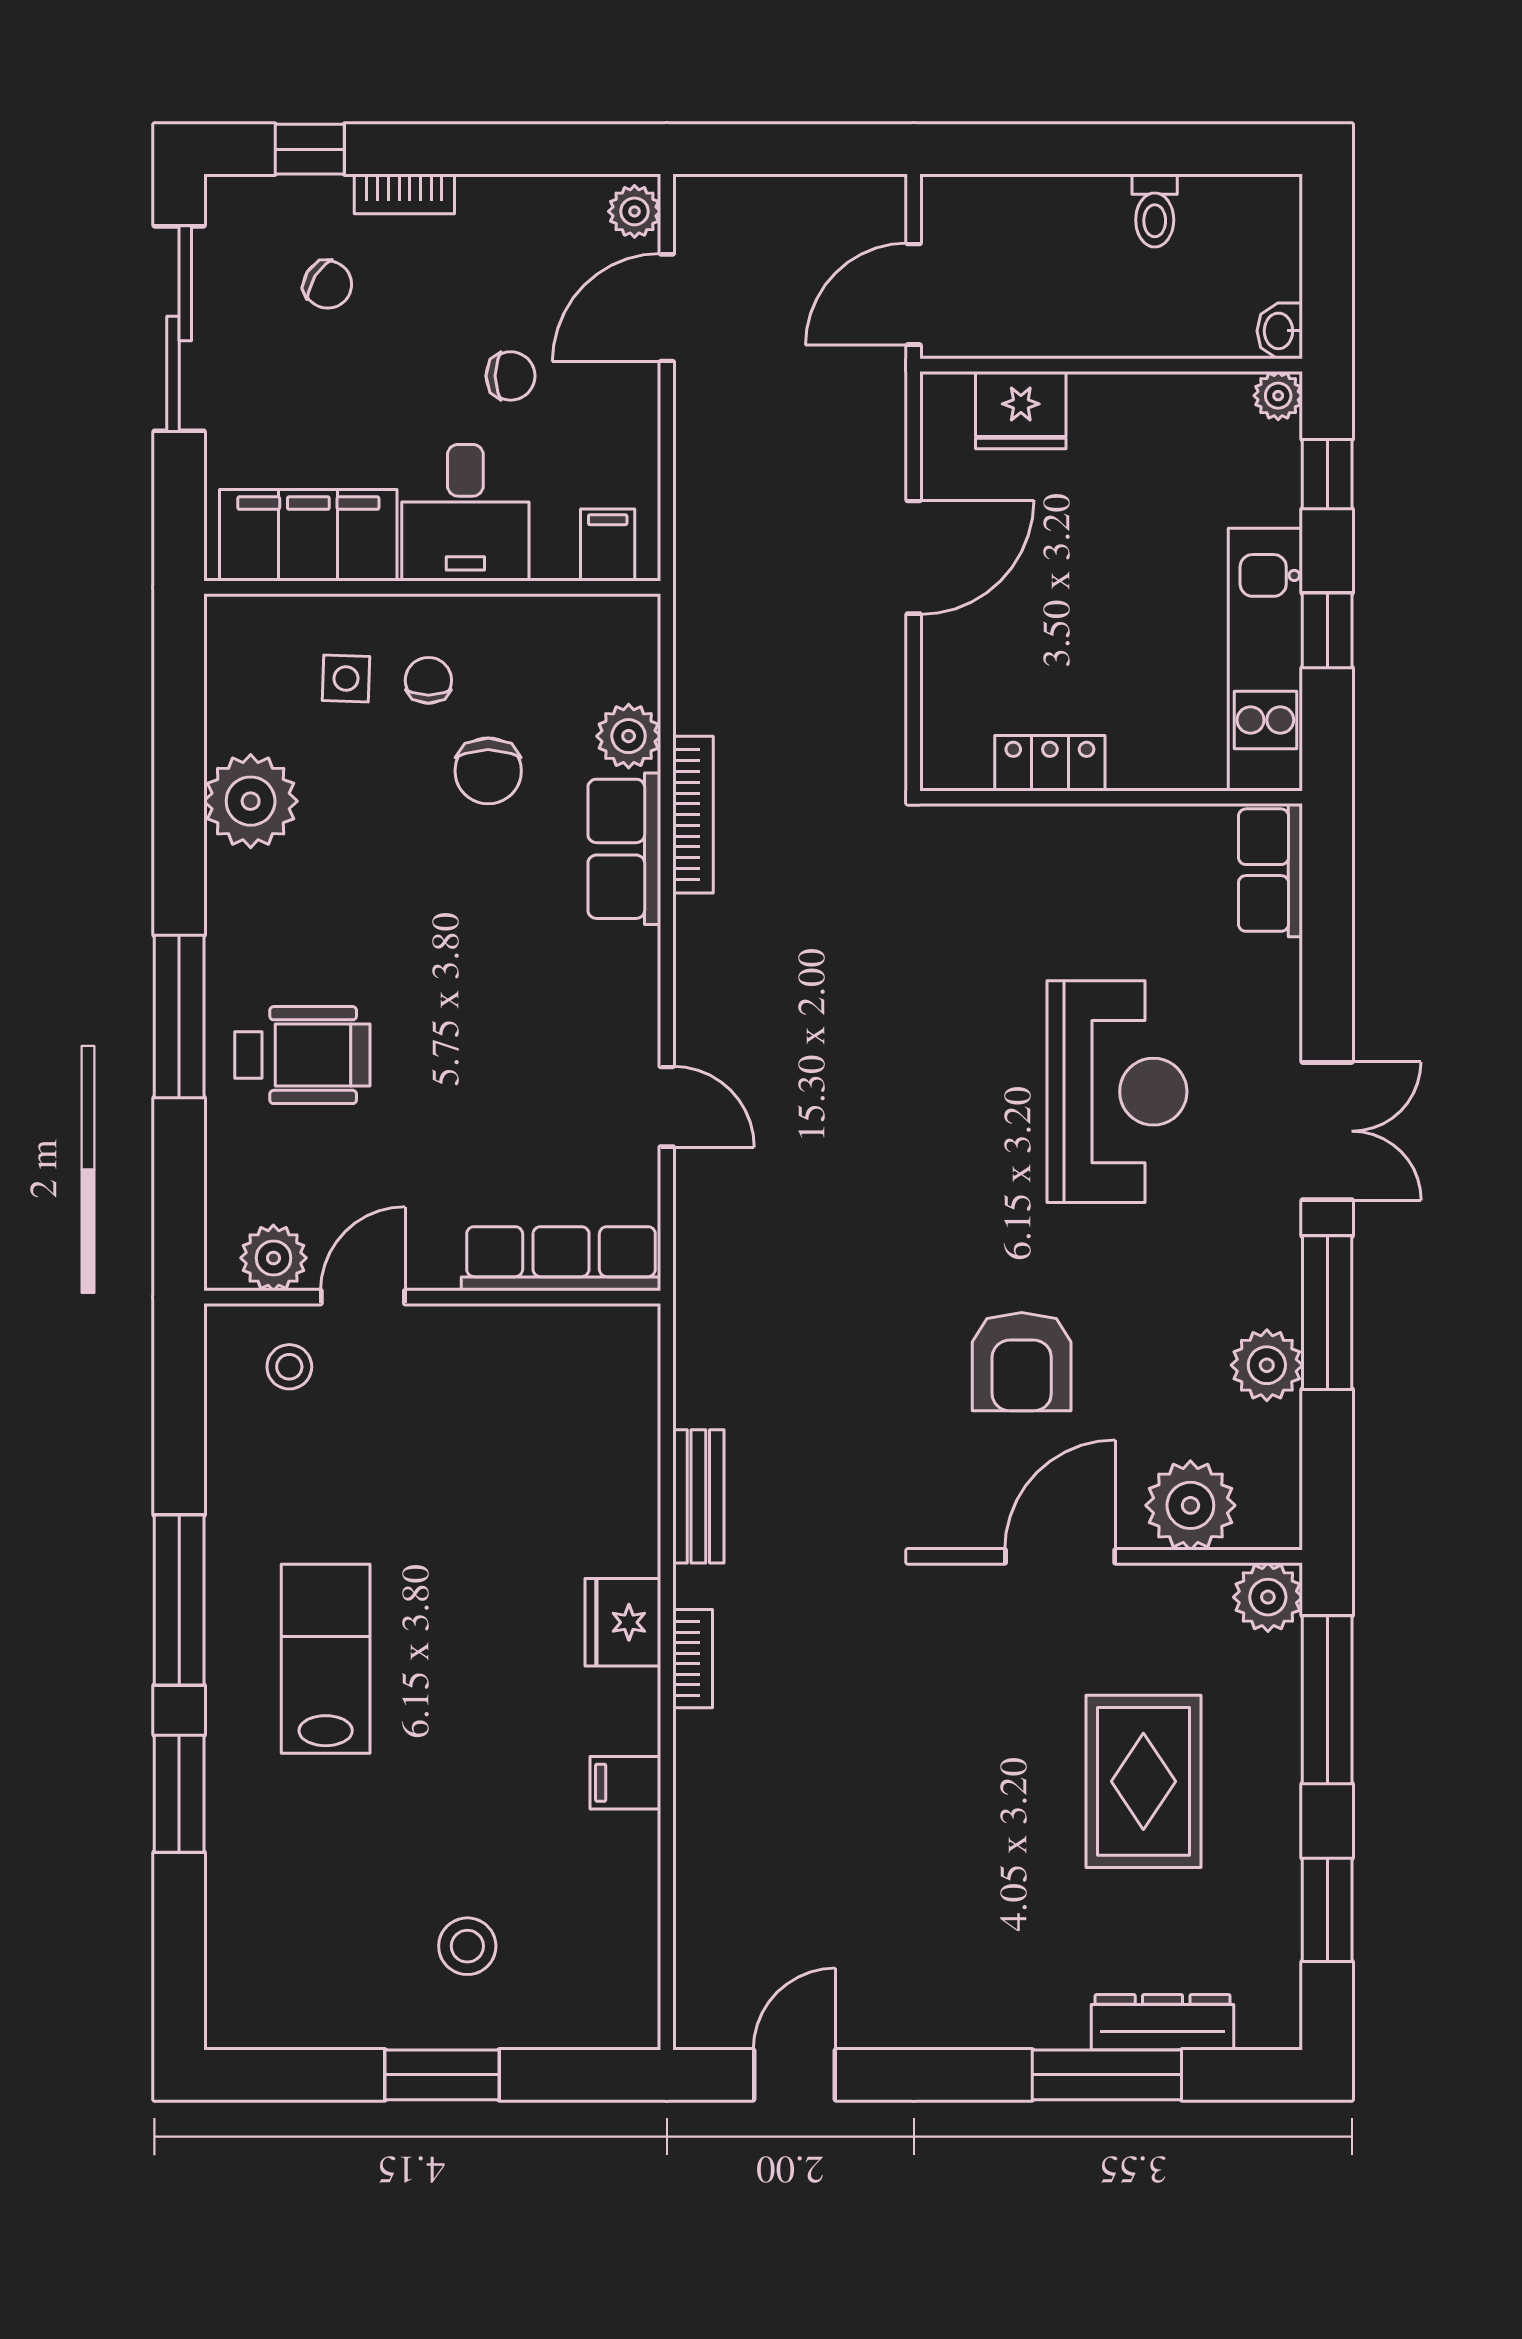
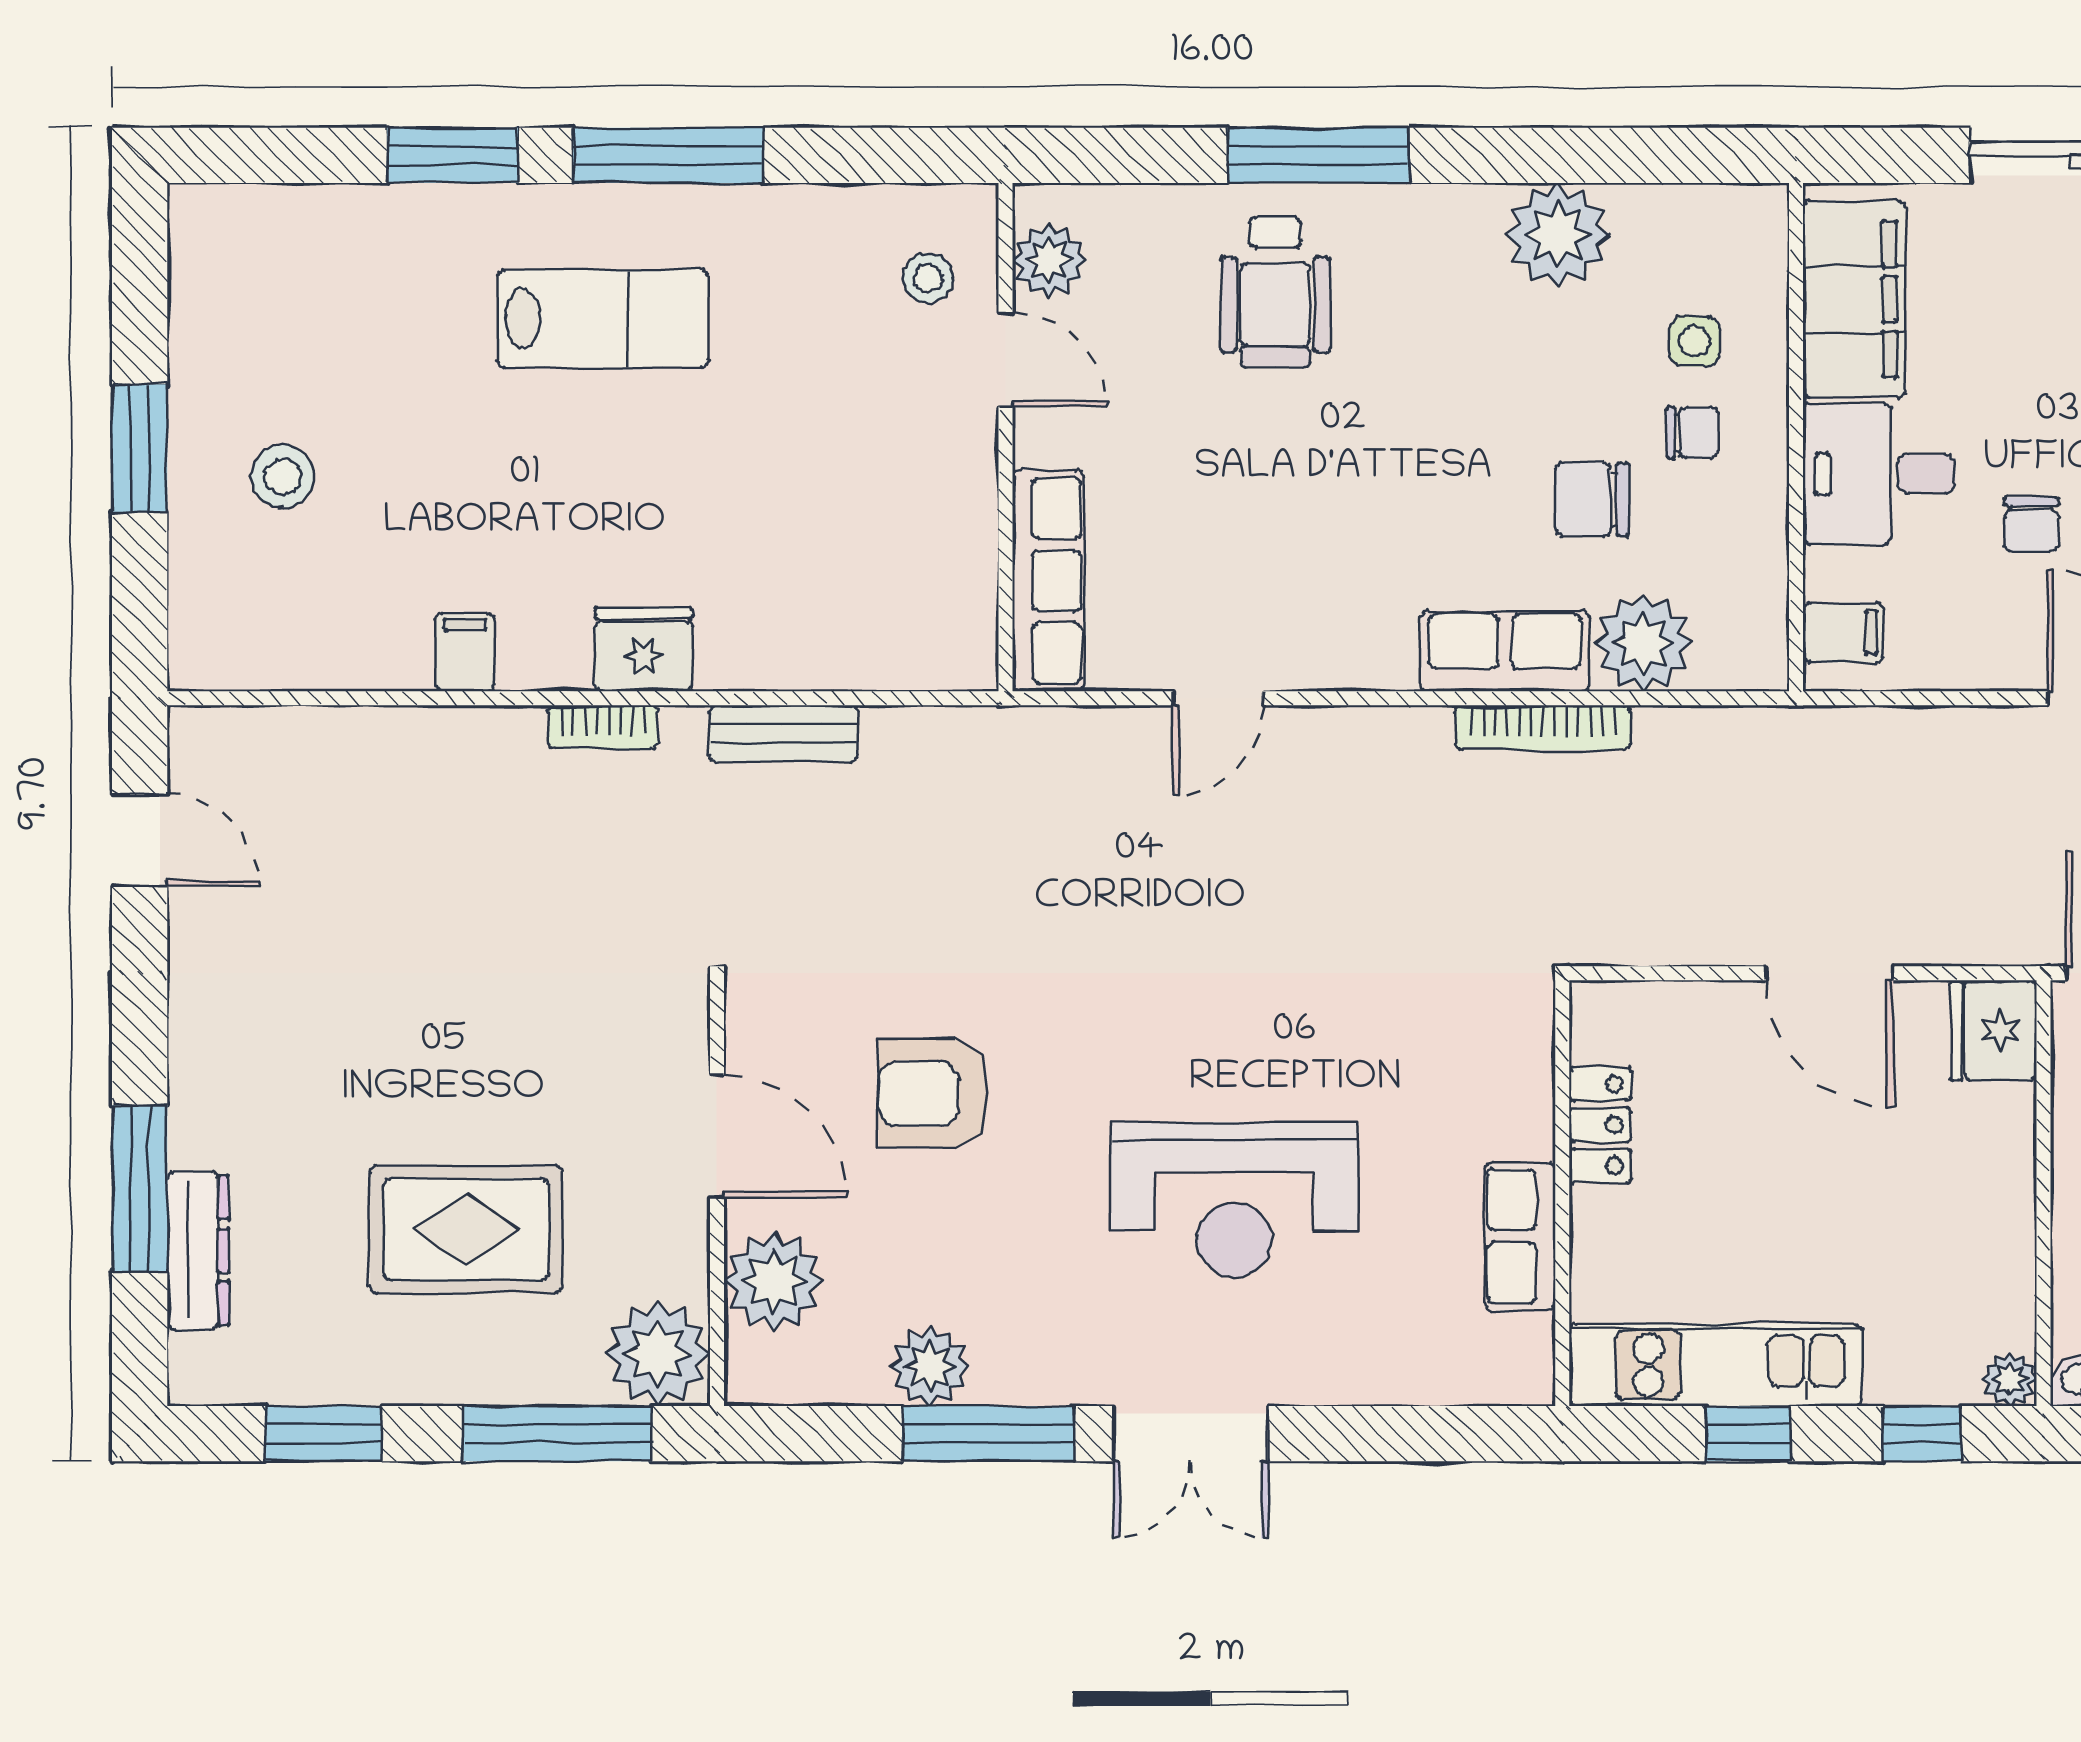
fridge: (1021, 410) -> (1993, 1030), moved
plant: (629, 736) -> (1643, 643), width x1.36, depth x1.36
row of seats: (1271, 870) -> (1520, 1237), moved, turned -90
plant: (1268, 1597) -> (658, 1354), width x1.36, depth x1.36

